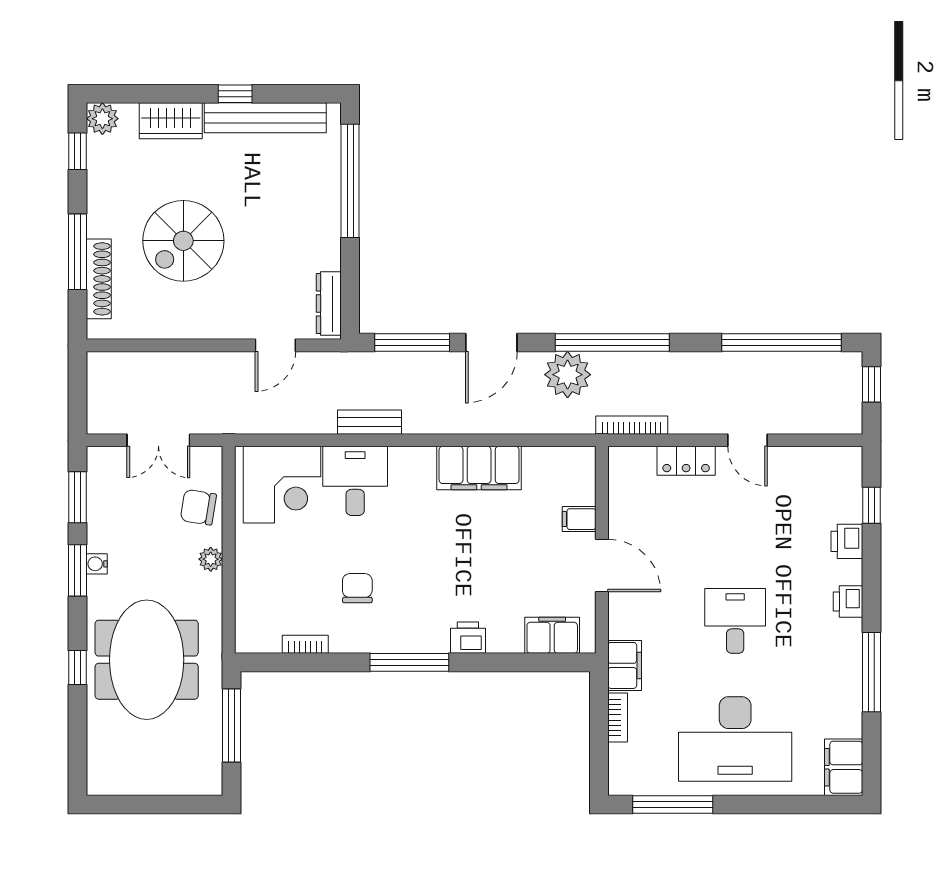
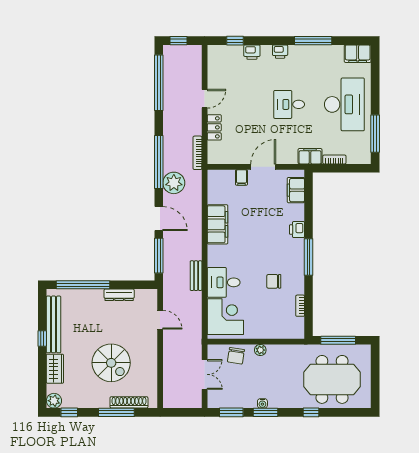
dresser: (329, 304) -> (119, 295), moved
meeting table: (147, 660) -> (332, 379), moved

